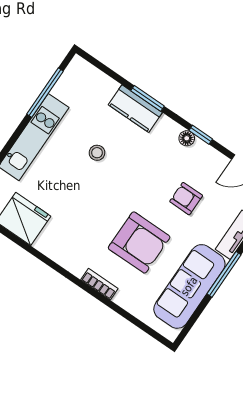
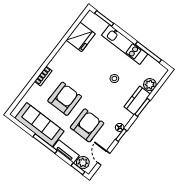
plant: (105, 87) -> (150, 85), added
armchair: (186, 199) -> (87, 125), width x1.88, depth x1.88
armchair: (139, 242) -> (65, 99), turned 180

